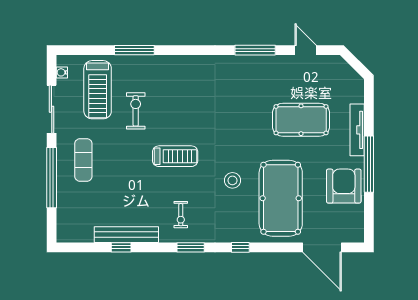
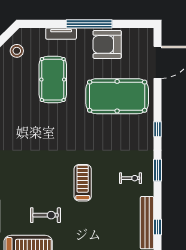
exercise bike: (136, 111) -> (46, 215), turned 180
tv unit: (357, 130) -> (61, 34), width x0.71
stool: (232, 180) -> (17, 51), moved

